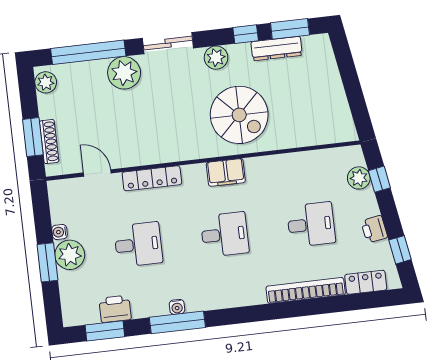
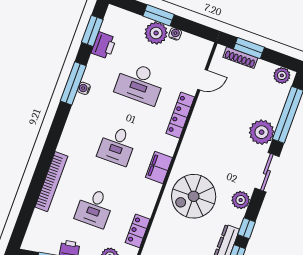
desk: (138, 244) -> (140, 83), width x1.37
locker: (366, 282) -> (138, 231), moved, turned 180

